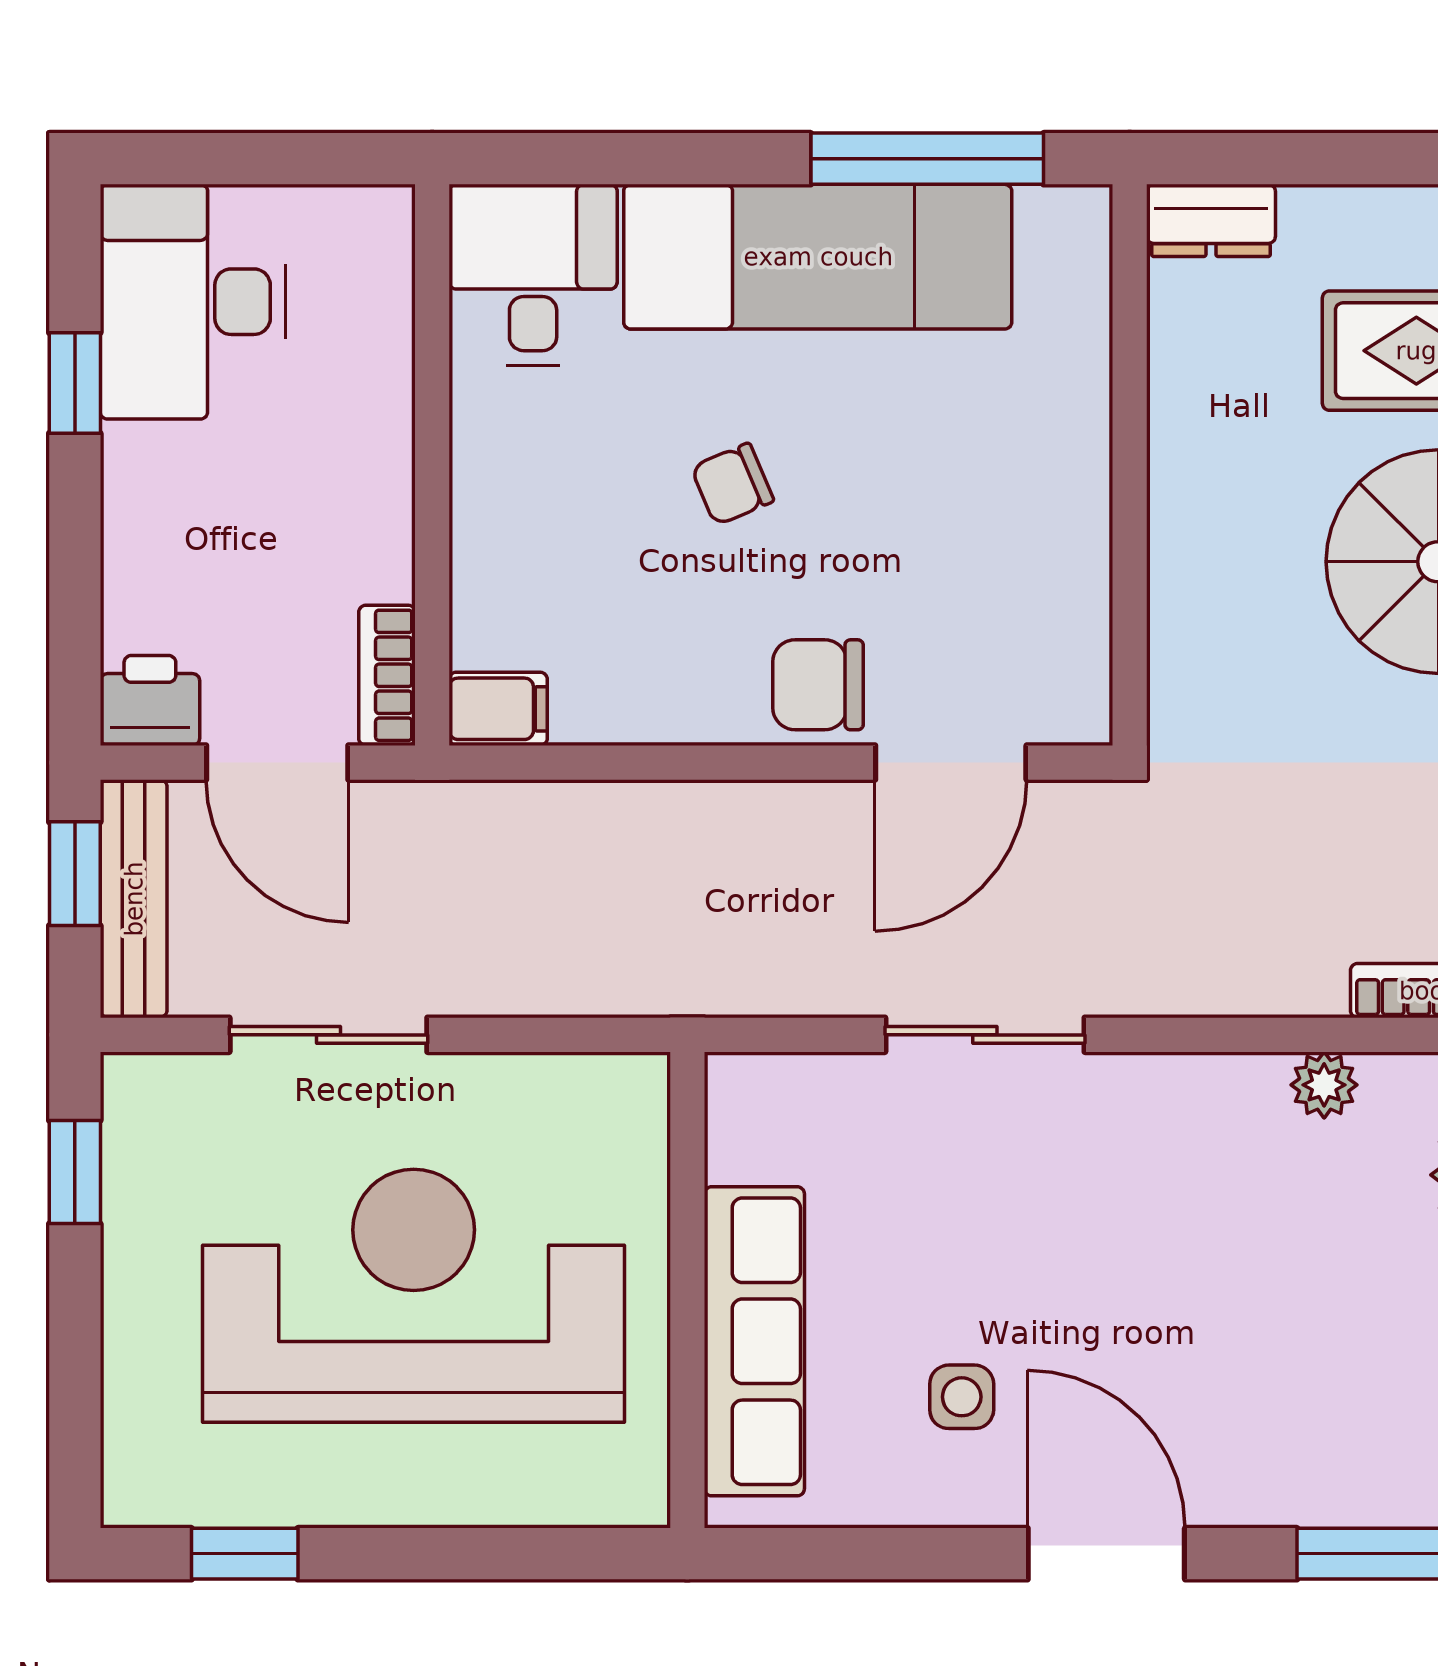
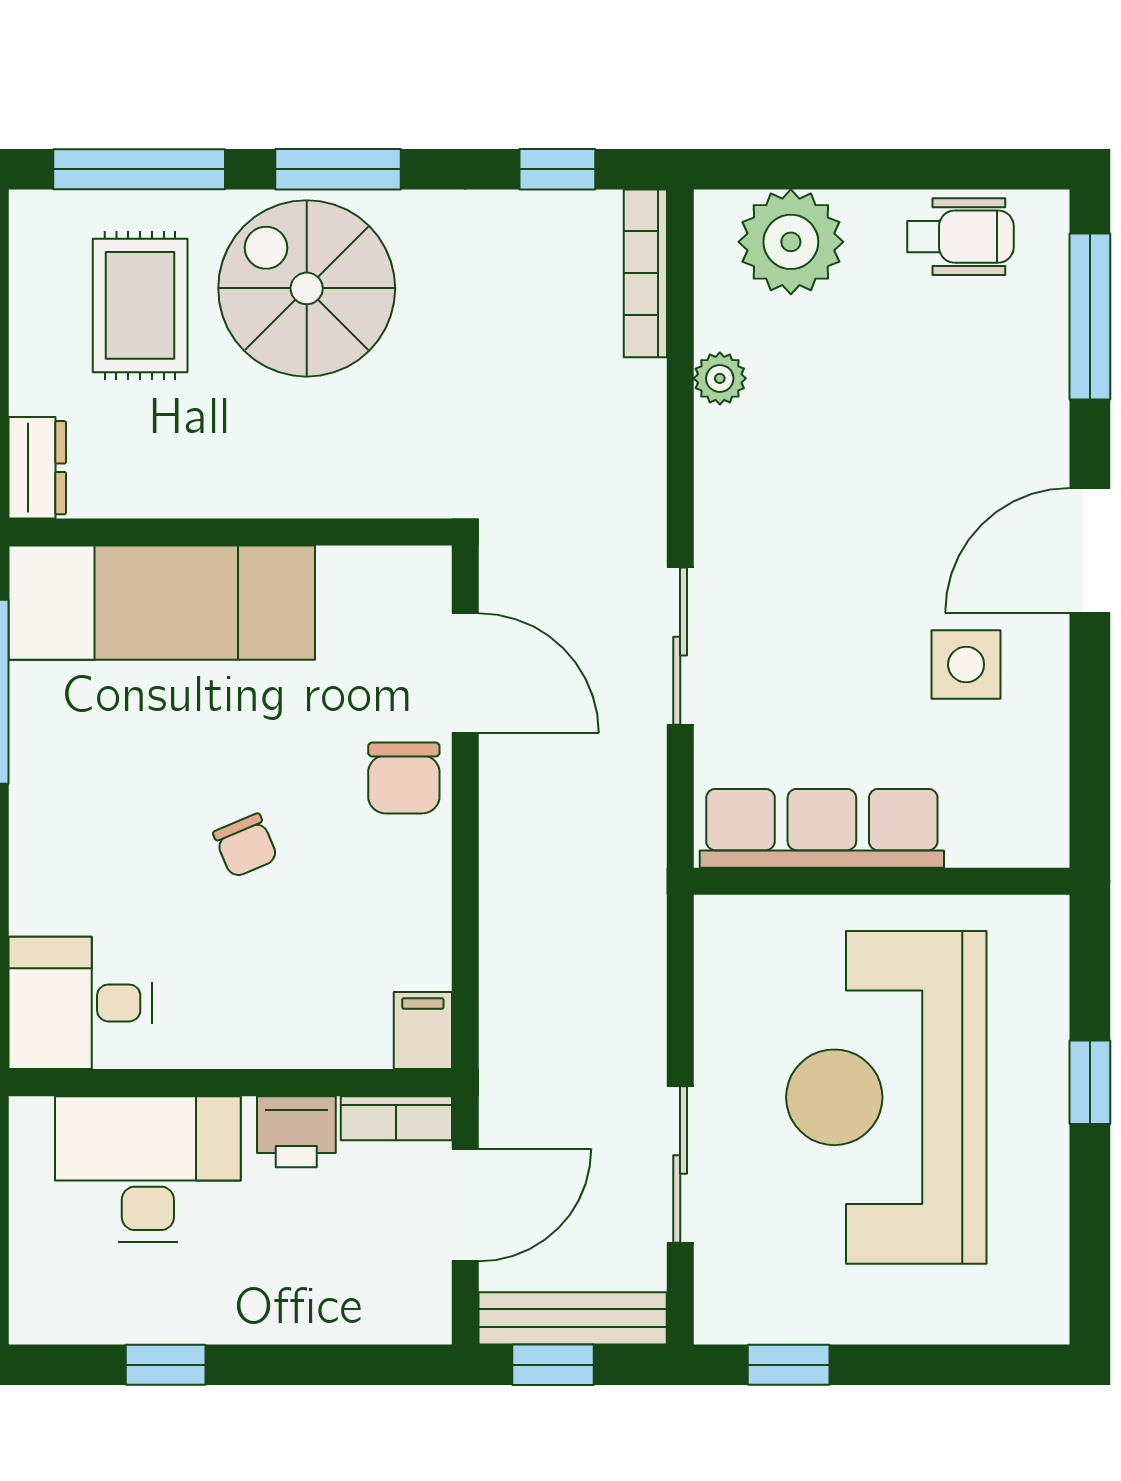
exam couch: (818, 257) -> (162, 603), moved, turned 90
desk: (193, 302) -> (148, 1169), moved, turned 180
printer: (150, 700) -> (296, 1132), moved, turned -90
row of seats: (754, 1341) -> (822, 828), moved
side table: (962, 1397) -> (966, 665), width x1.37, depth x1.37
window: (245, 1554) -> (1090, 1082), moved

